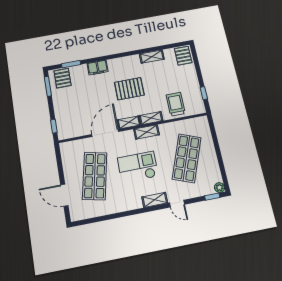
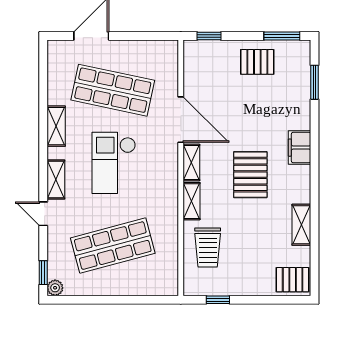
filing cabinet: (98, 68) -> (300, 148), moved
pallet: (63, 78) -> (257, 62), moved
trolley: (176, 104) -> (208, 247), turned 90
shelving: (146, 132) -> (56, 126), moved
shop shelf: (187, 158) -> (113, 246), turned -36
checkout: (138, 167) -> (114, 163), turned 180
door: (177, 204) -> (43, 214), hinge flipped

